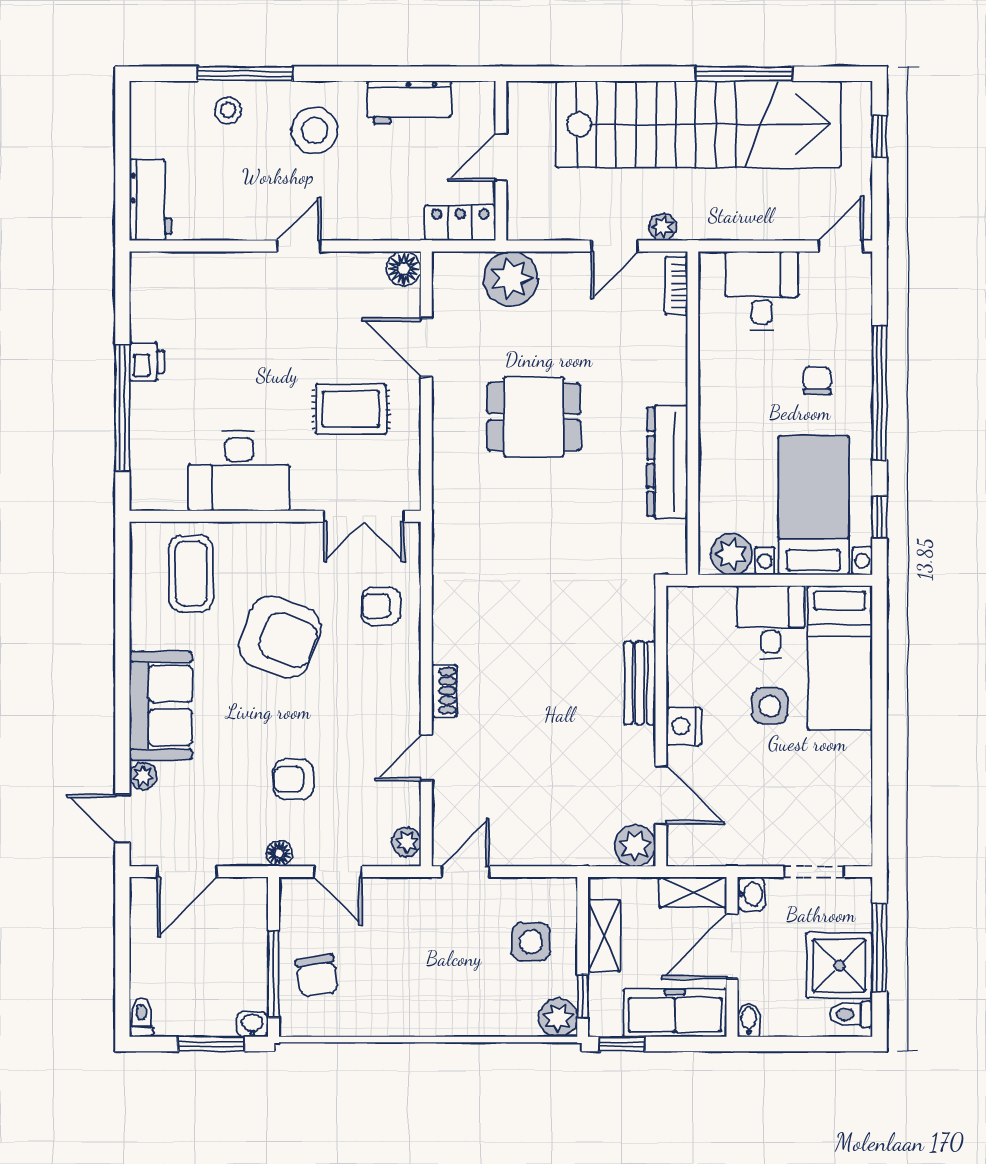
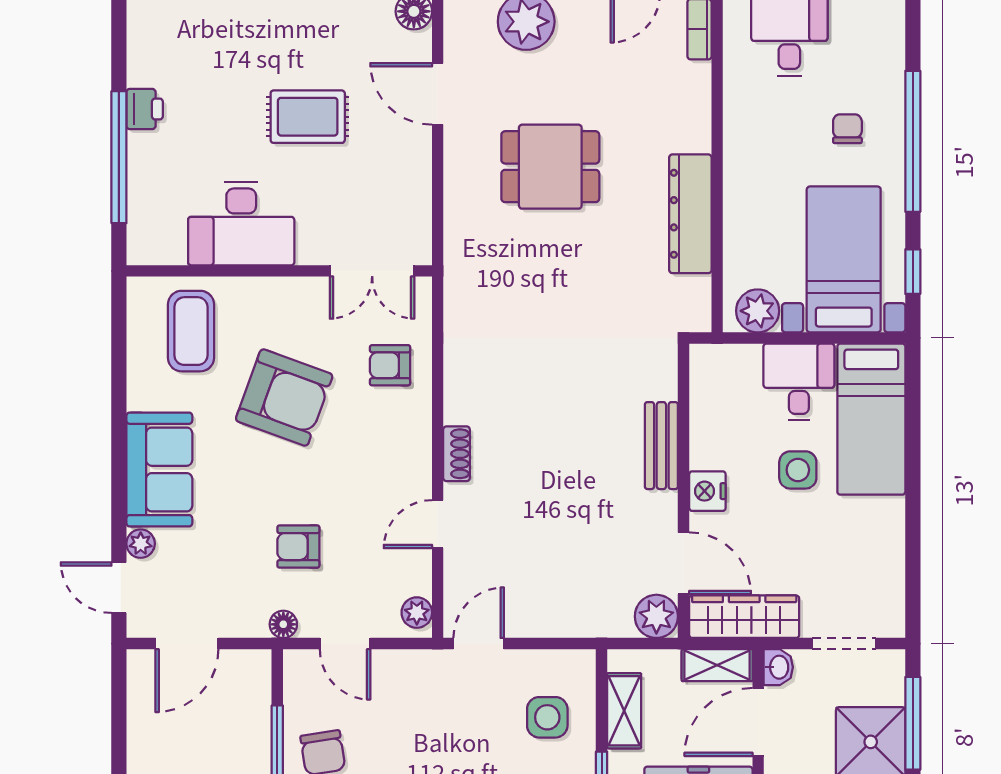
rug: (351, 409) -> (308, 117), moved
wardrobe: (719, 846) -> (744, 617), added

